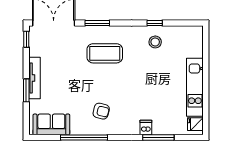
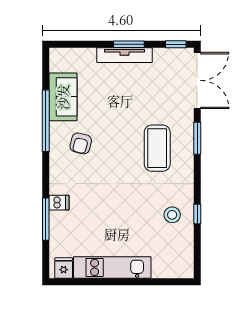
window: (26, 90) -> (129, 44), moved
sofa: (51, 124) -> (63, 97), moved

